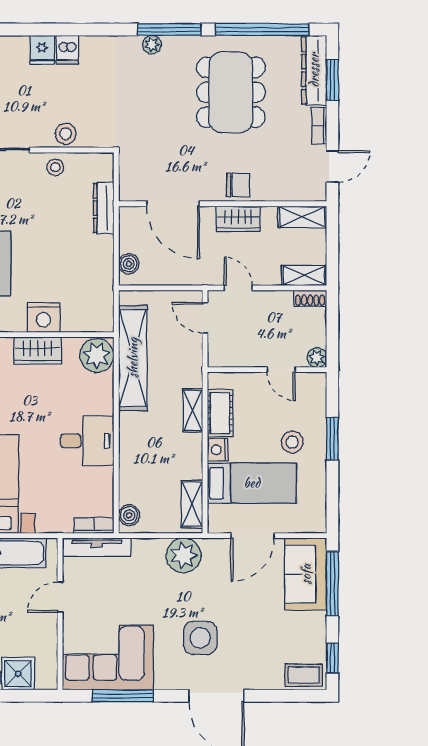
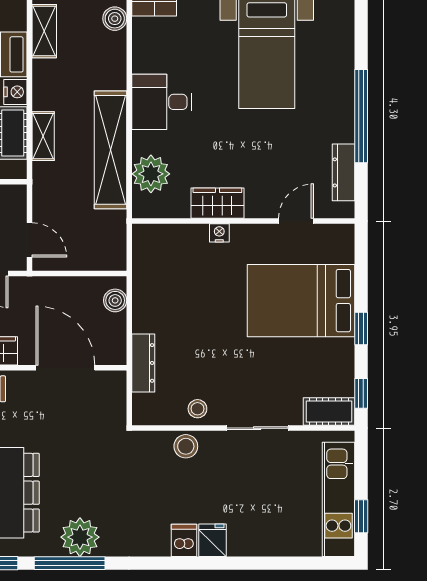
plant: (152, 45) -> (80, 537), width x1.88, depth x1.88
nightstand: (44, 318) -> (219, 233), width x0.53, depth x0.56
plant: (97, 355) -> (151, 174), moved
shelving: (133, 358) -> (110, 150), moved

